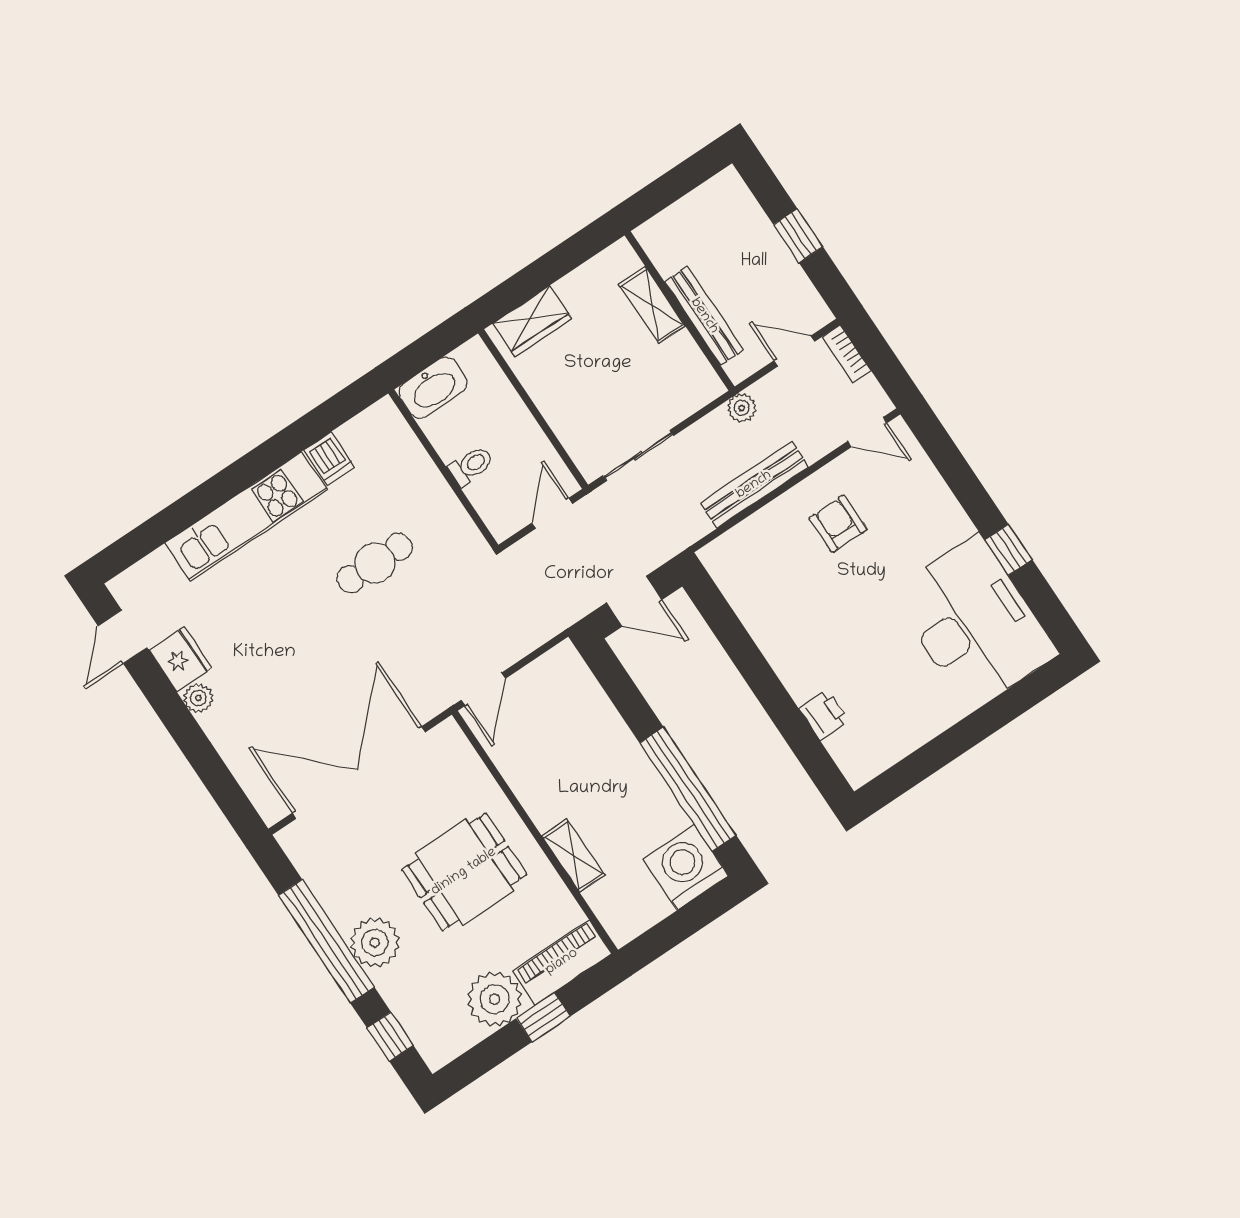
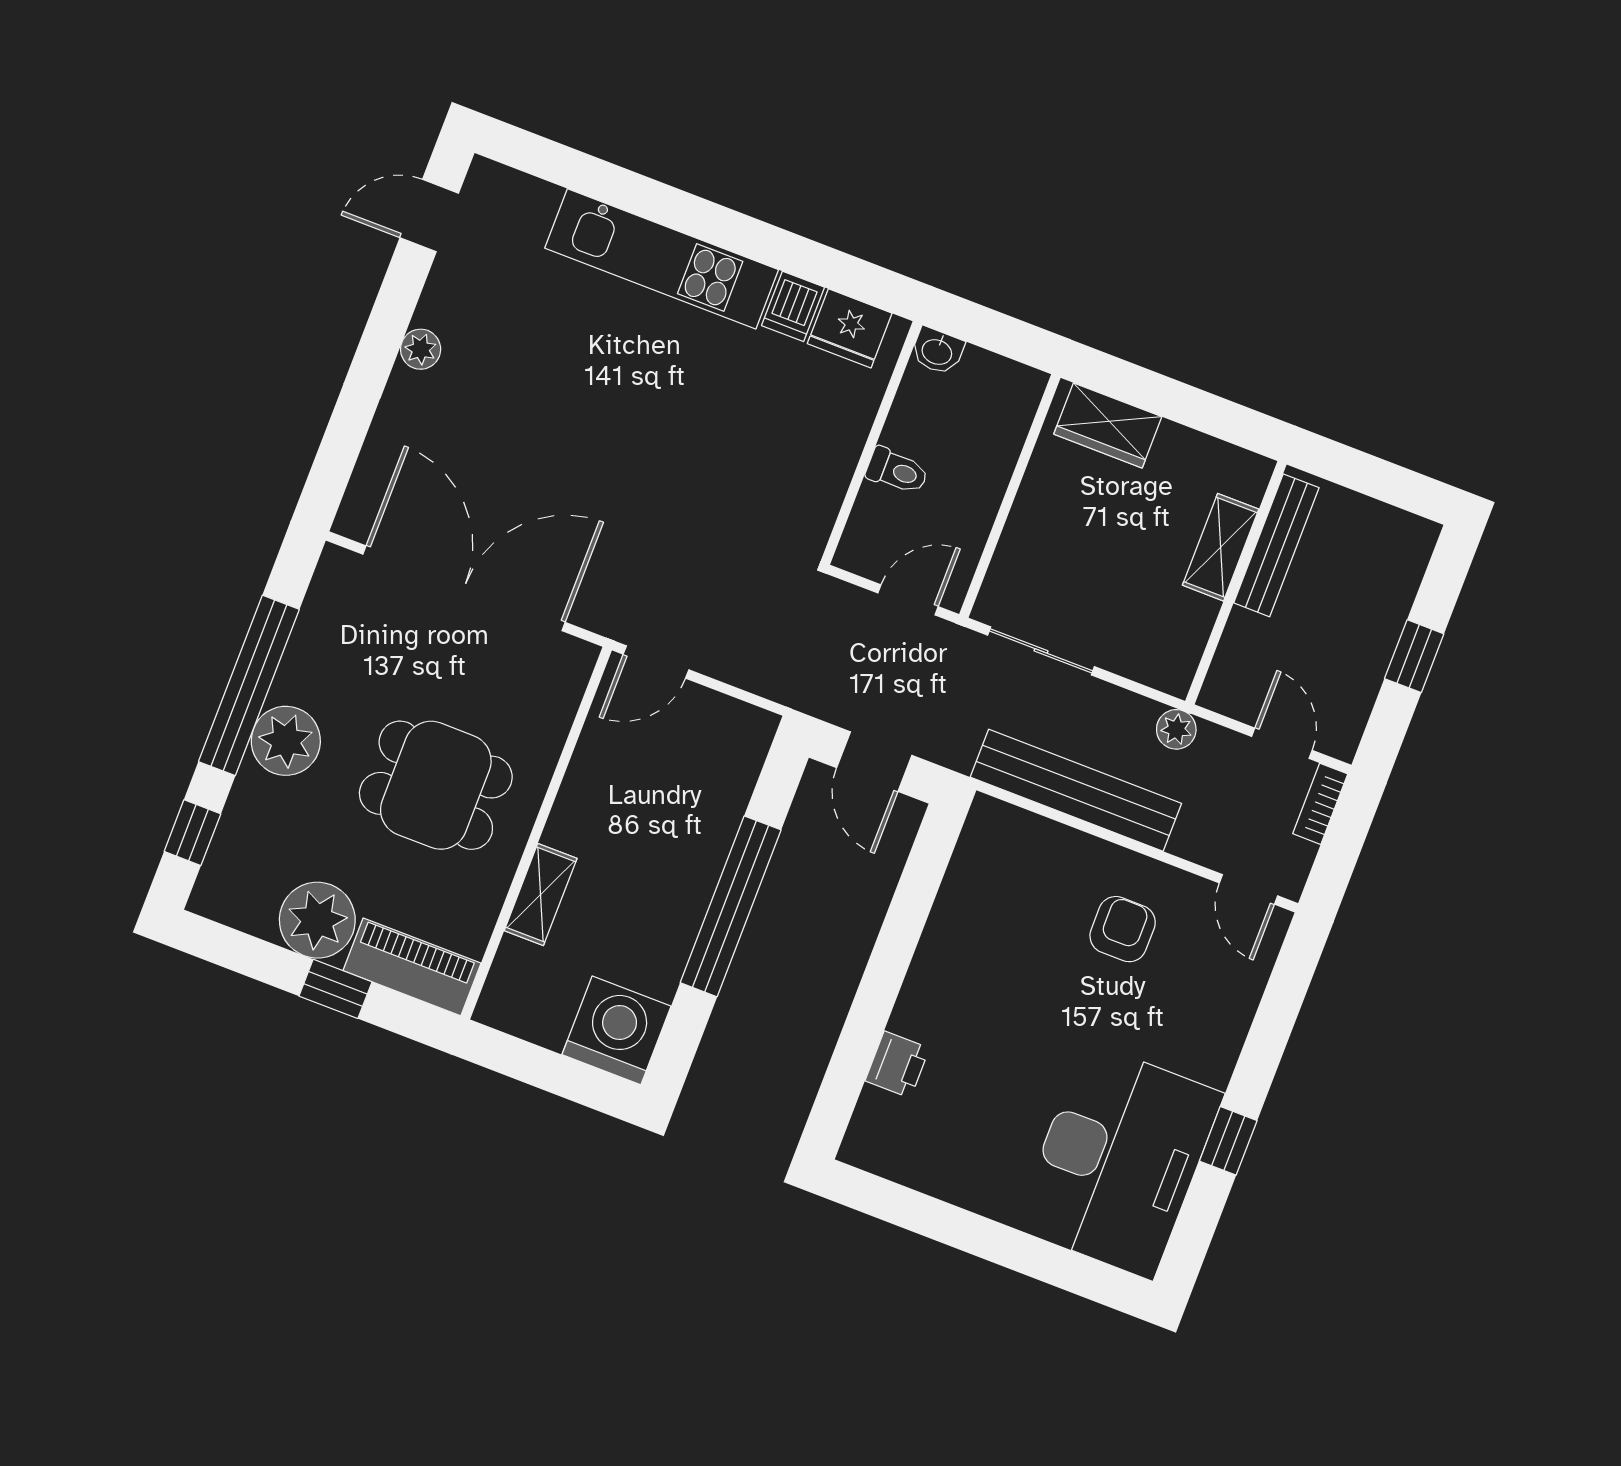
bench: (704, 316) -> (1276, 545), moved
washbasin: (433, 388) -> (937, 351), width x0.52, depth x0.69
bench: (754, 485) -> (1076, 790), width x1.37, depth x1.21
cafe table: (375, 563) -> (712, 440), removed
fridge: (180, 659) -> (850, 328), moved, turned 90
window: (688, 789) -> (731, 906), moved

